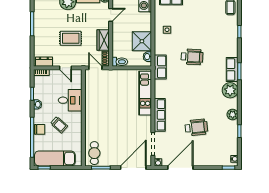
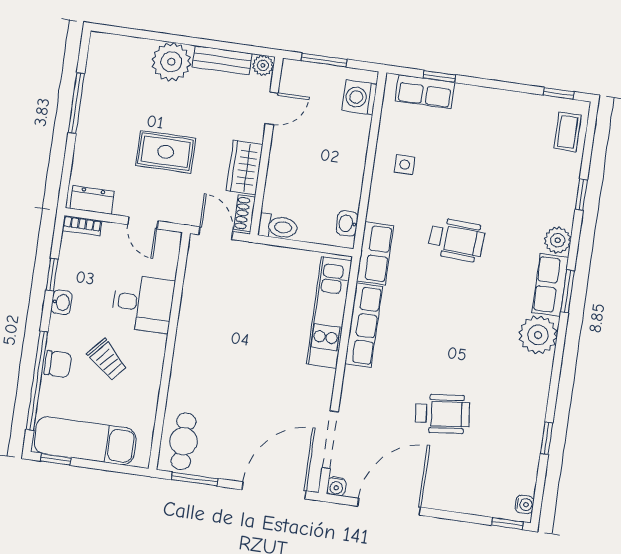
shower: (142, 41) -> (339, 184), removed
row of seats: (160, 115) -> (364, 325), moved
plant: (233, 115) -> (558, 240), moved

